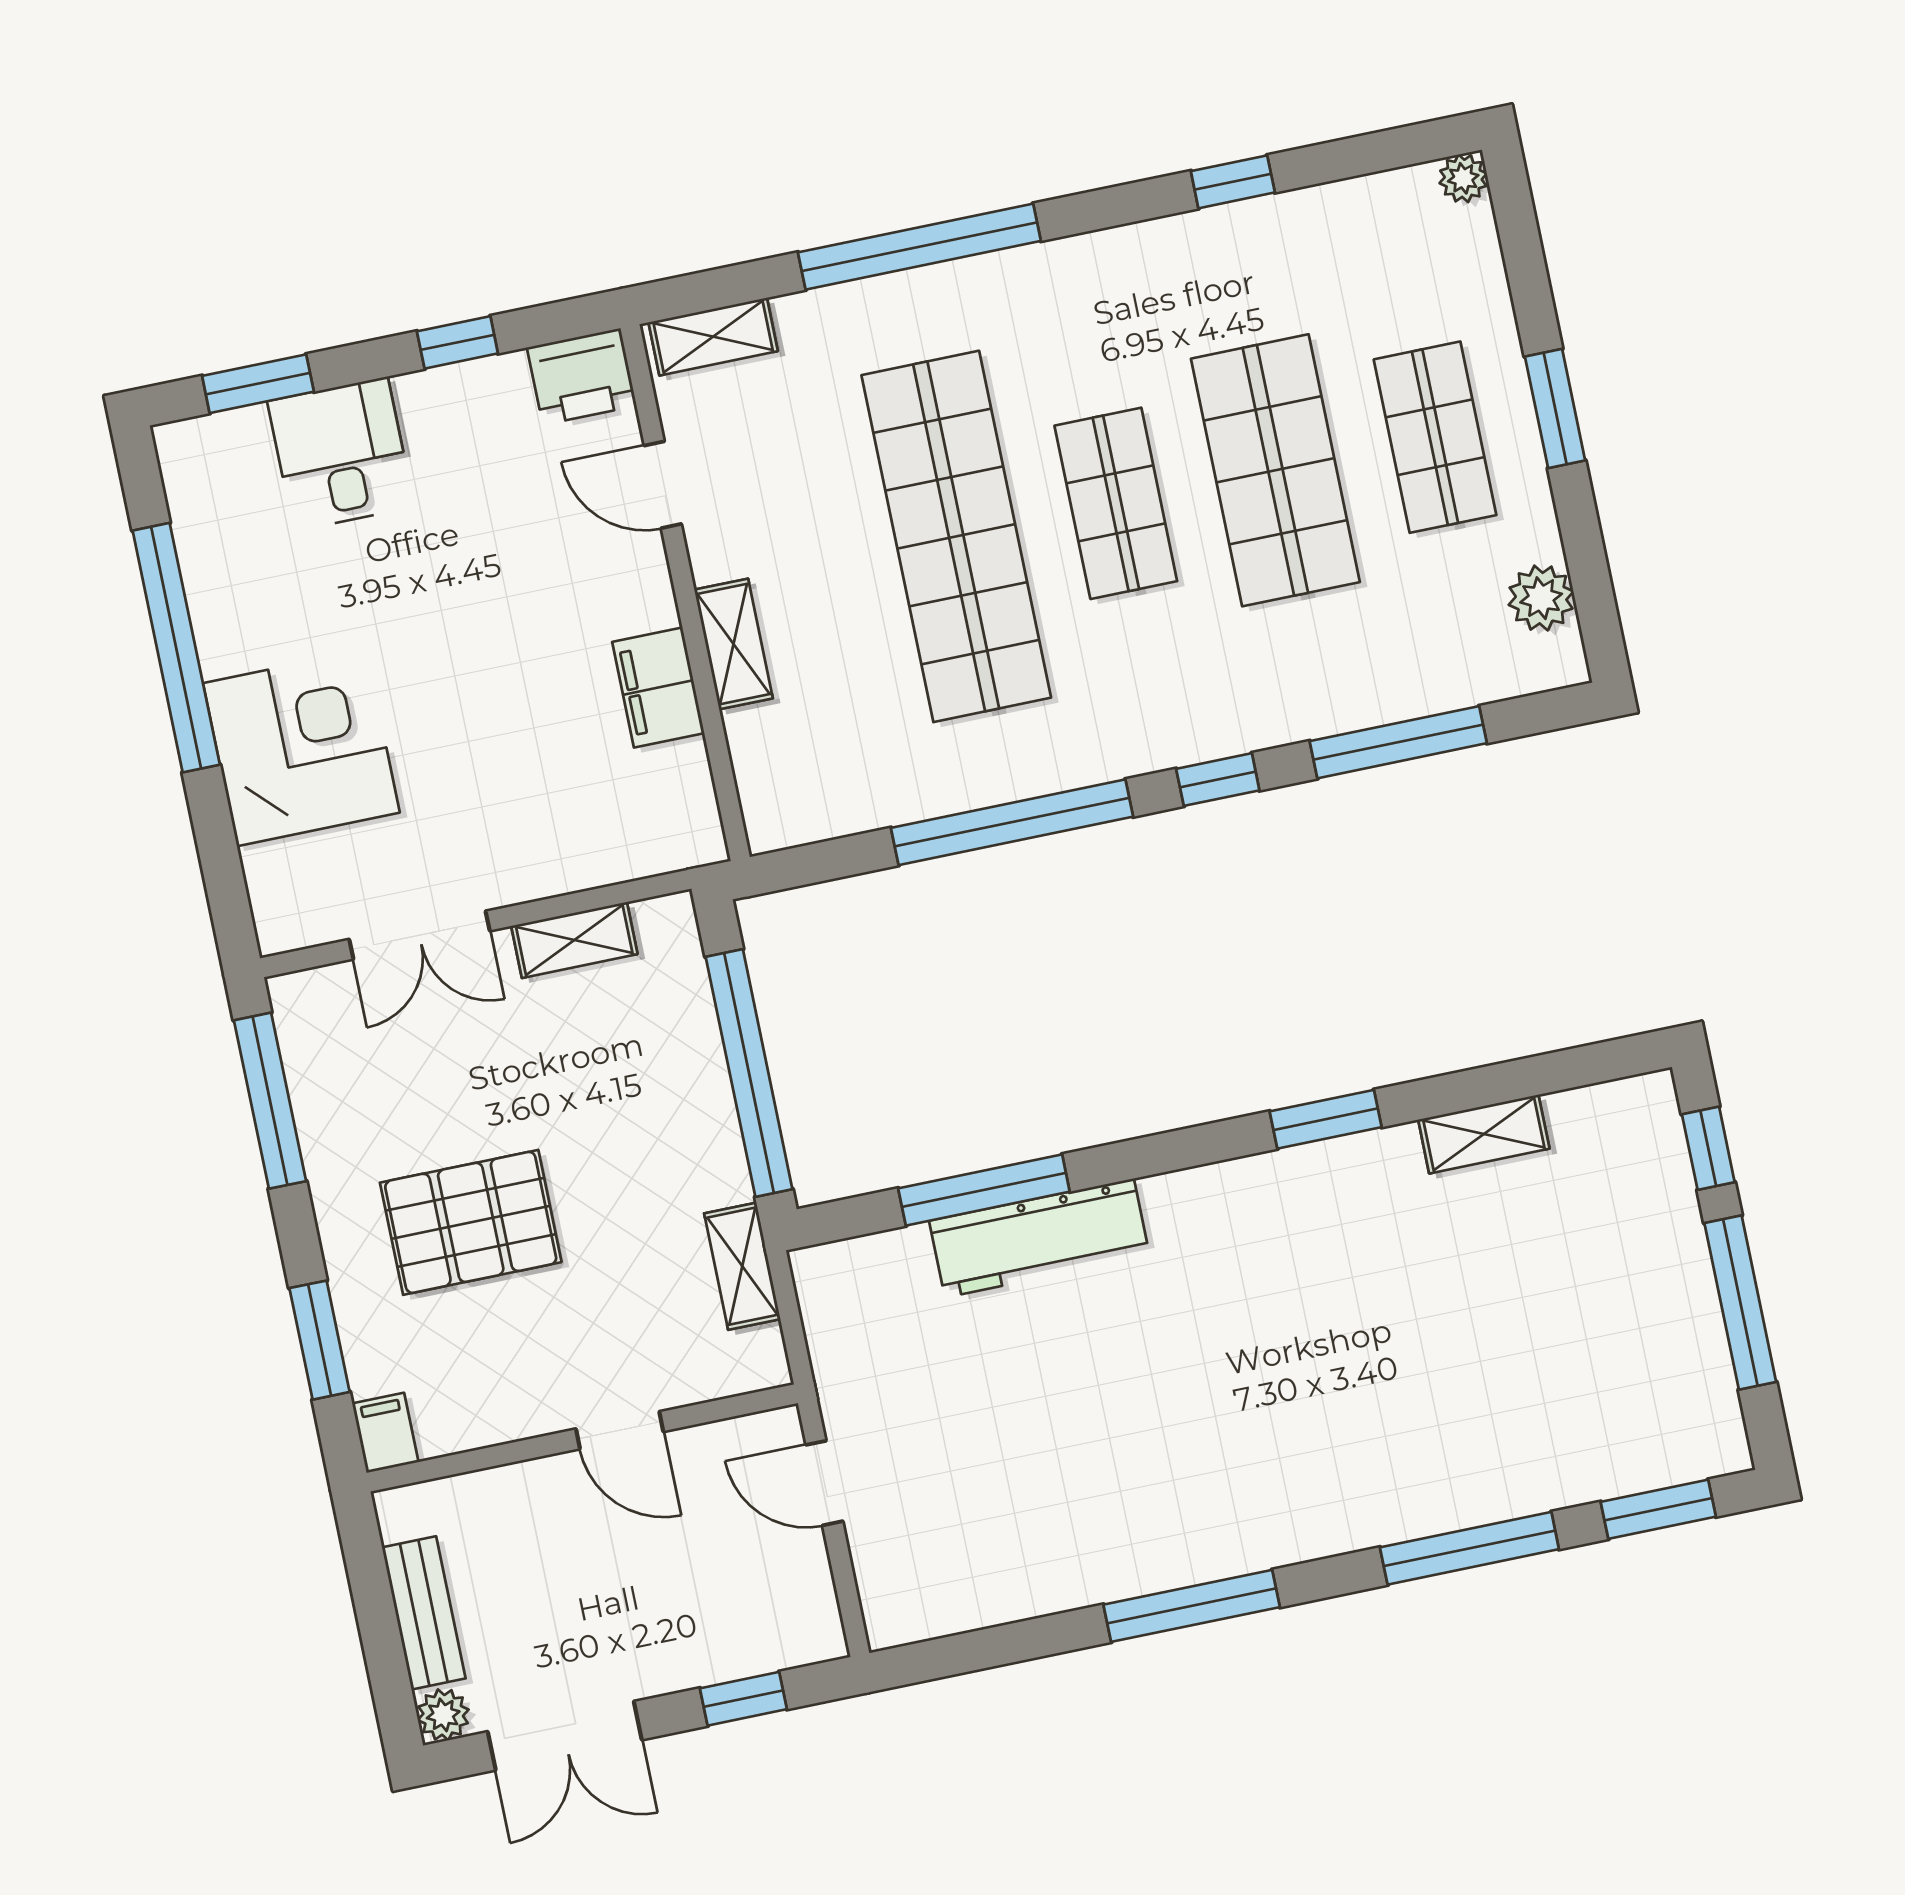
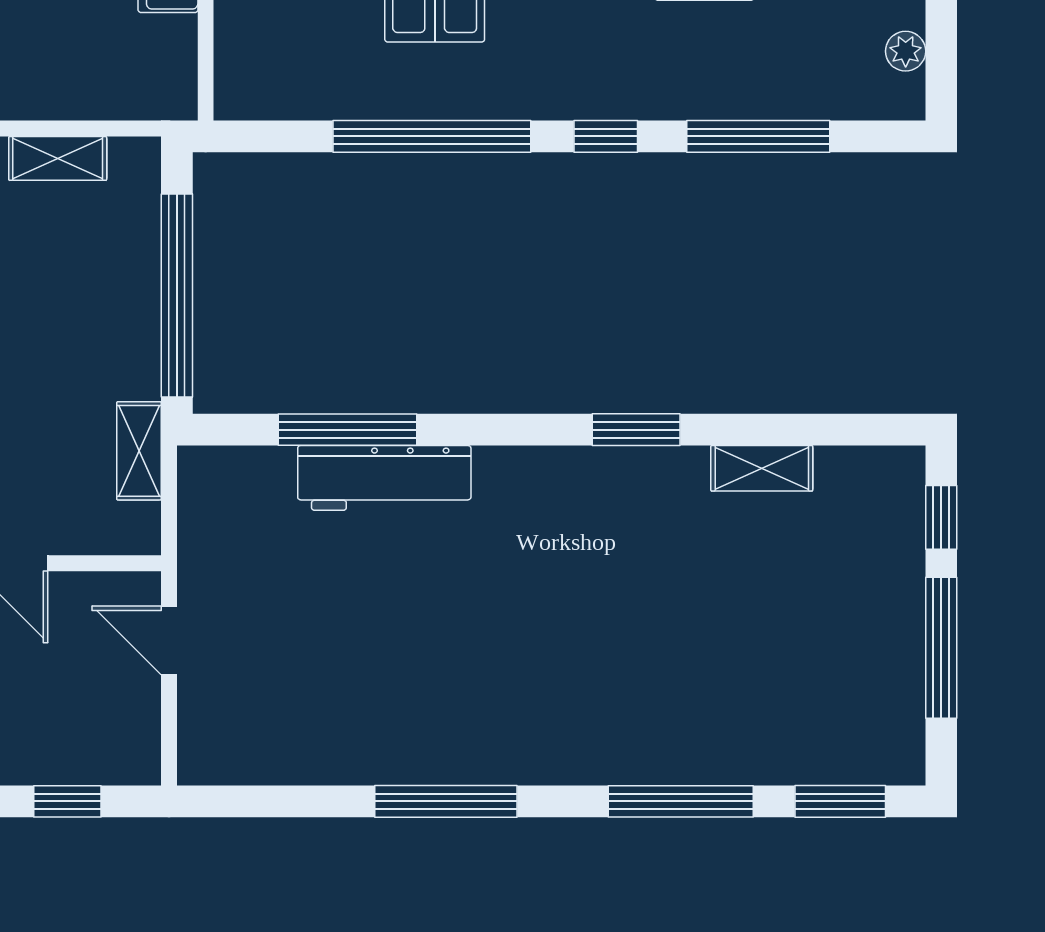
plant: (1541, 598) -> (906, 51), width x0.73, depth x0.73

